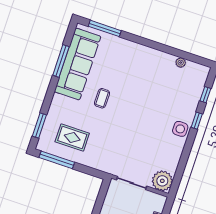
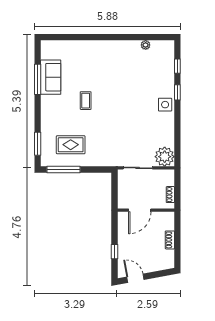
window: (105, 28) -> (67, 37), removed
sofa: (78, 64) -> (51, 77), width x0.54, depth x0.79

